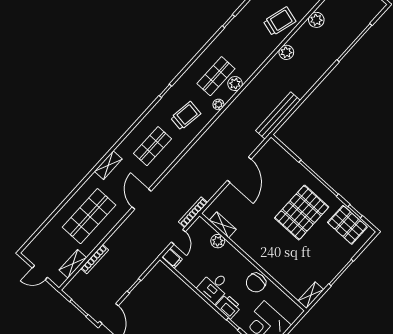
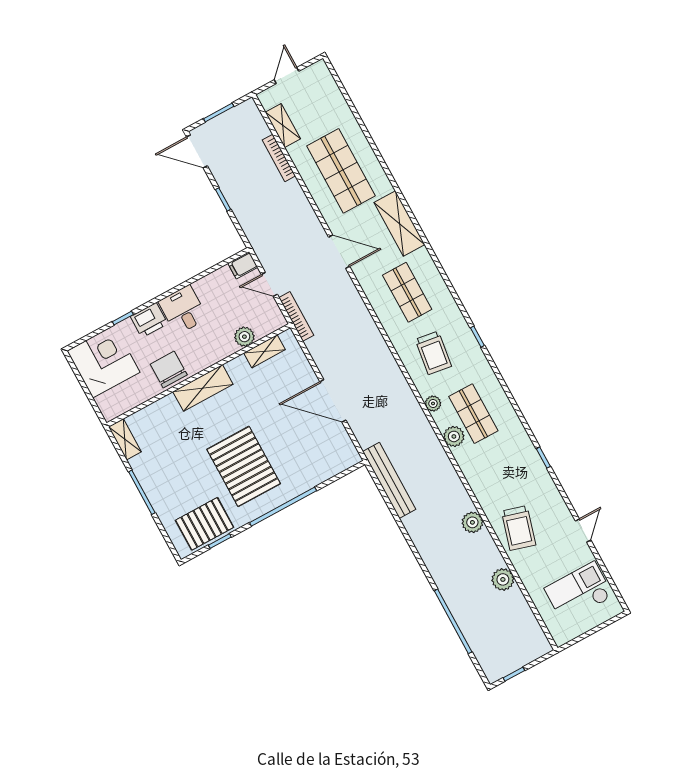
shelving: (108, 165) -> (399, 223), width x1.50, depth x1.33
shelving: (260, 256) -> (203, 388), added

